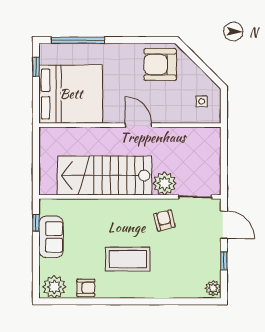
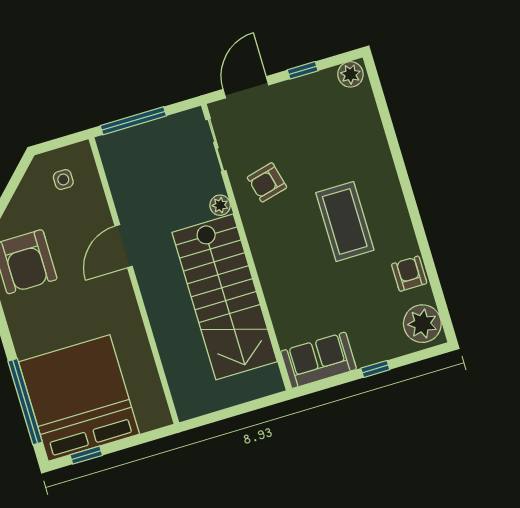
bed: (71, 94) -> (79, 398), moved
door: (138, 125) -> (124, 246), moved
window: (224, 153) -> (133, 121), added
plant: (165, 183) -> (220, 205), width x0.53, depth x0.53
window: (36, 223) -> (375, 369), moved
sofa: (51, 237) -> (319, 360), moved

